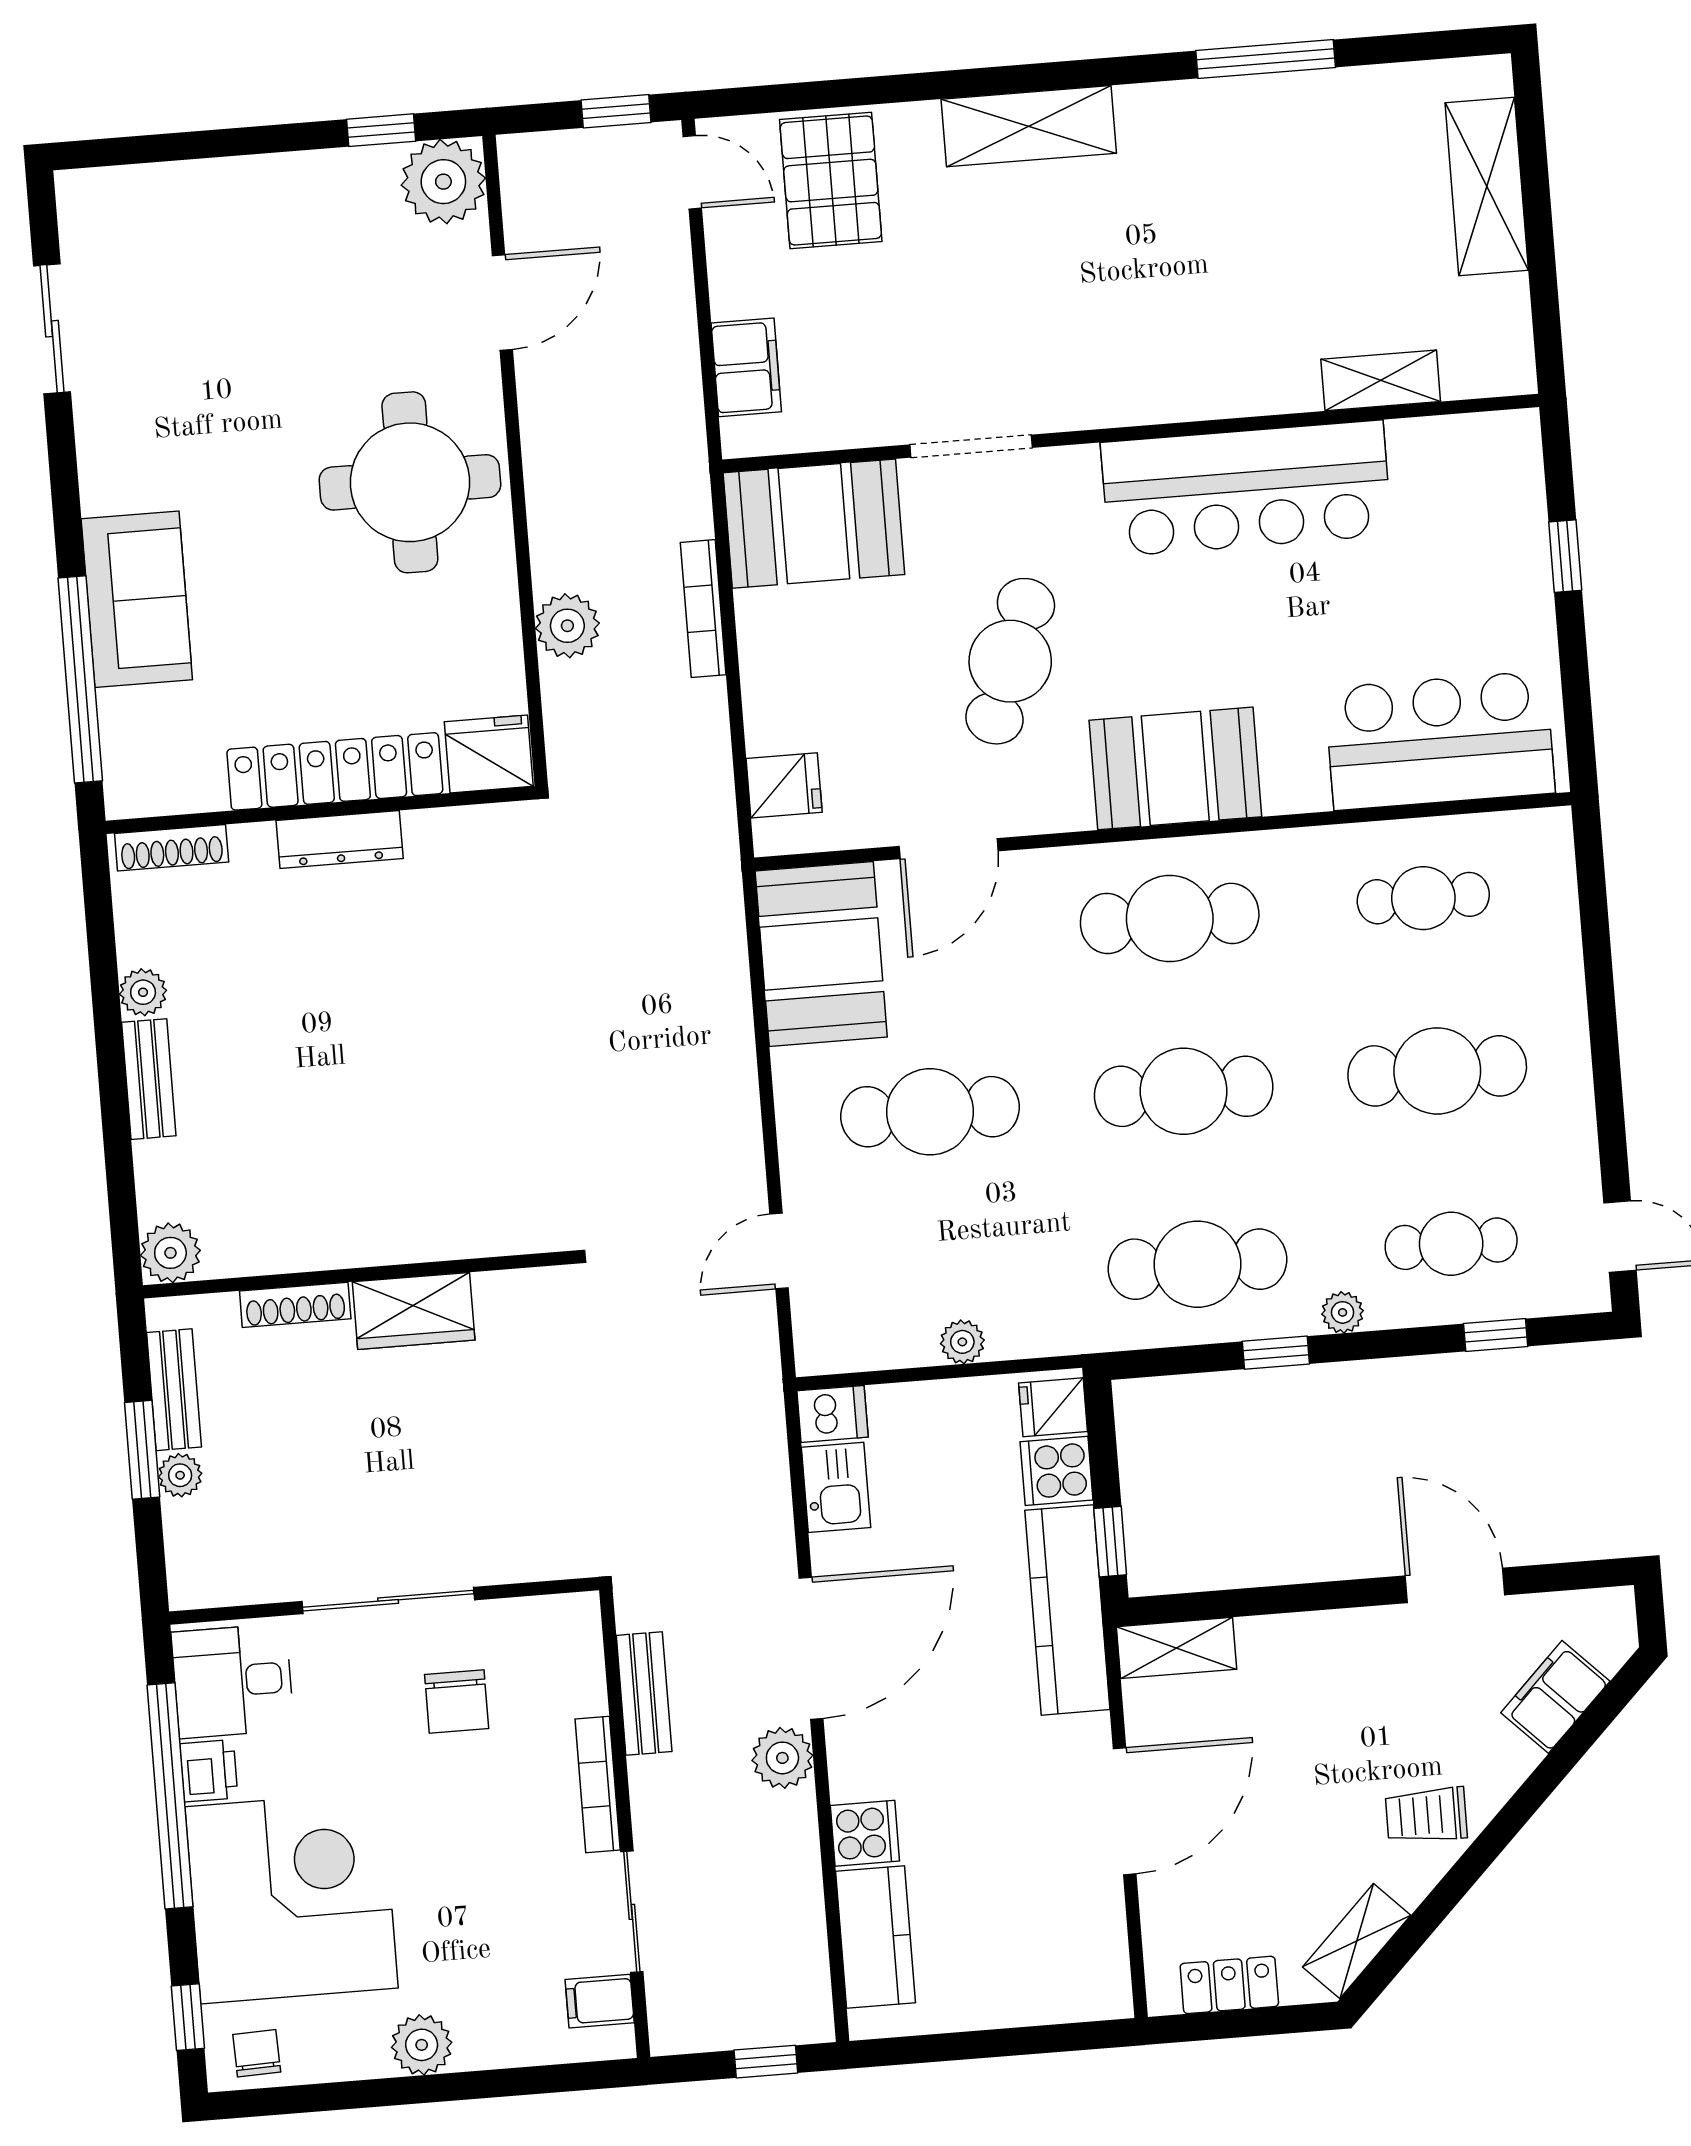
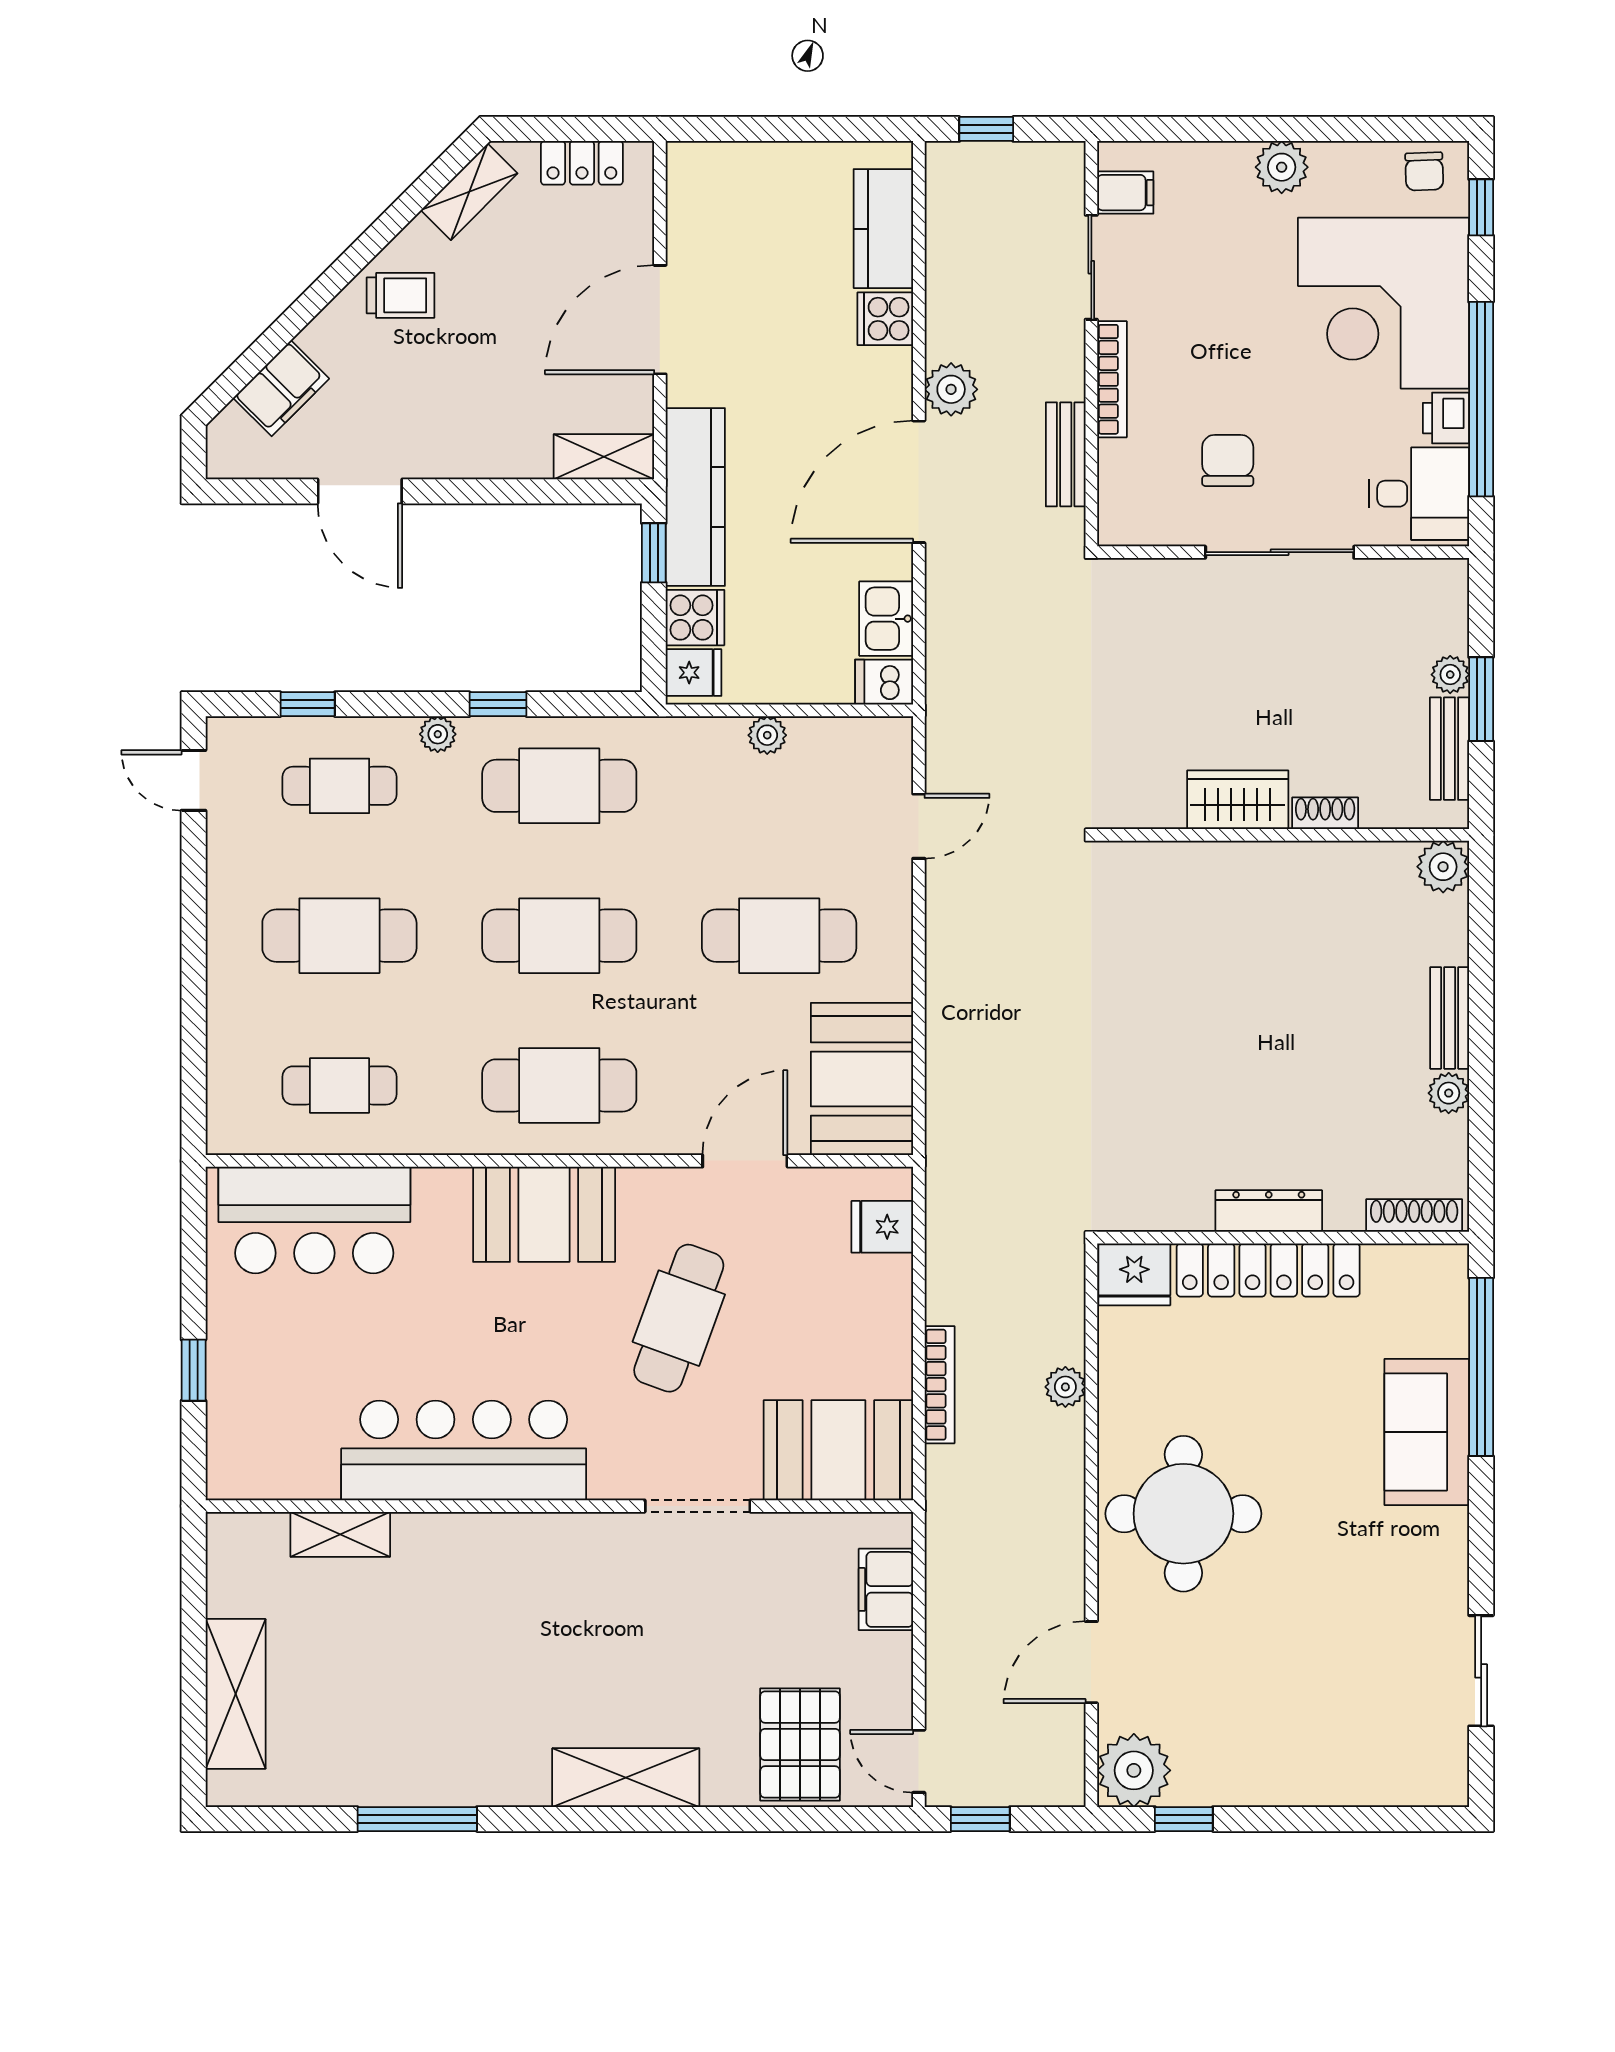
plant: (567, 626) -> (1065, 1387), width x0.73, depth x0.73
shoe rack: (295, 1305) -> (1325, 813), width x0.70

